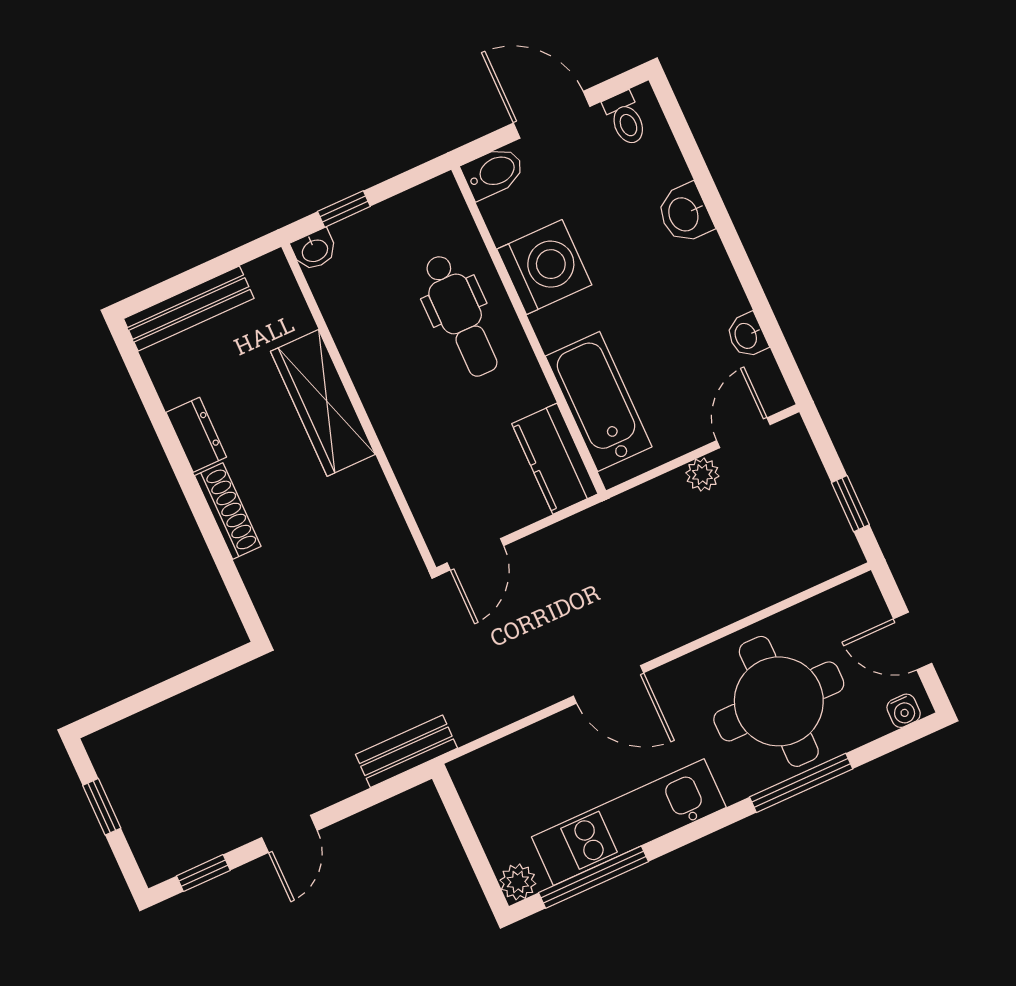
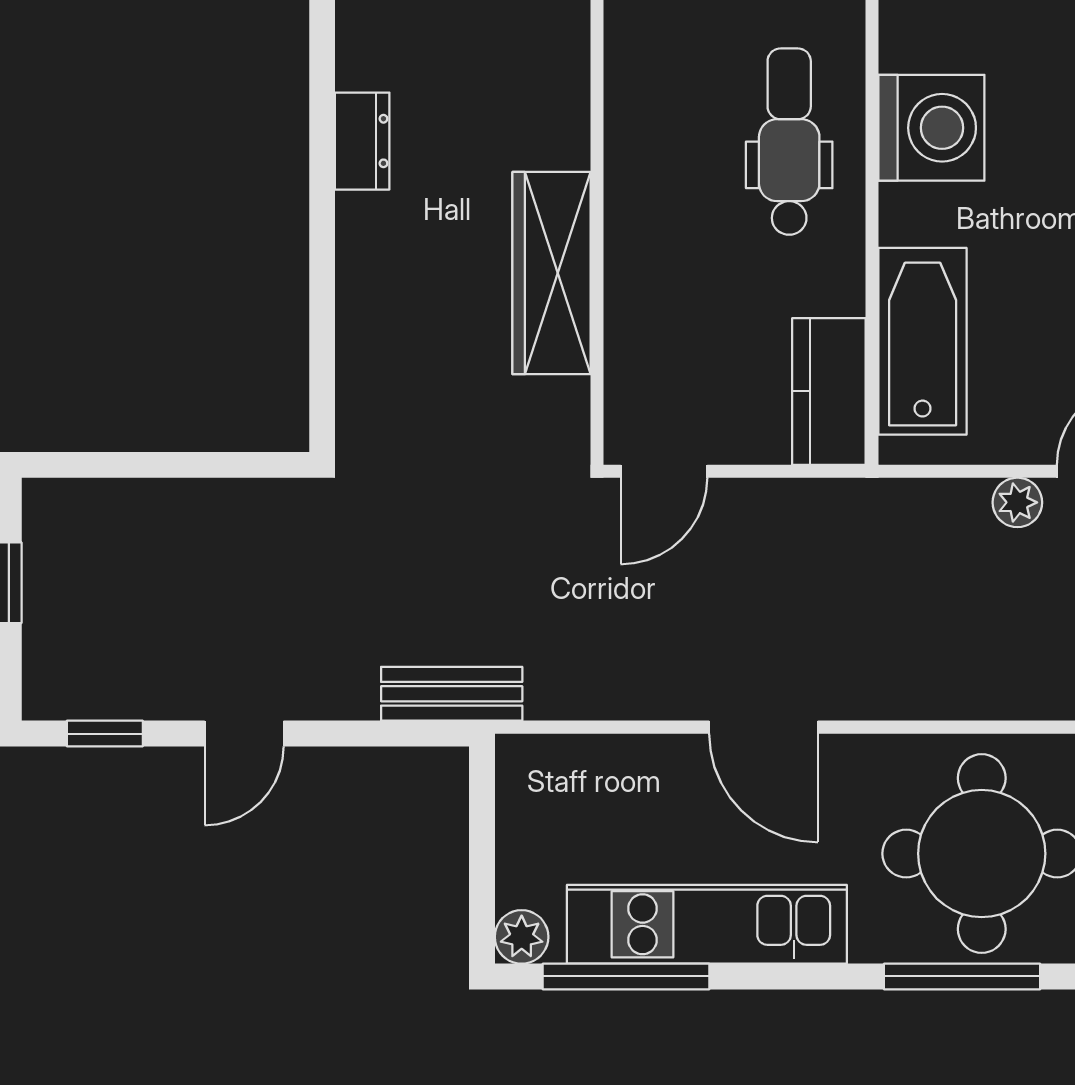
dental chair: (460, 315) -> (789, 142), turned 180
wardrobe: (323, 403) -> (552, 273), moved
shoe rack: (228, 511) -> (358, 263), removed

